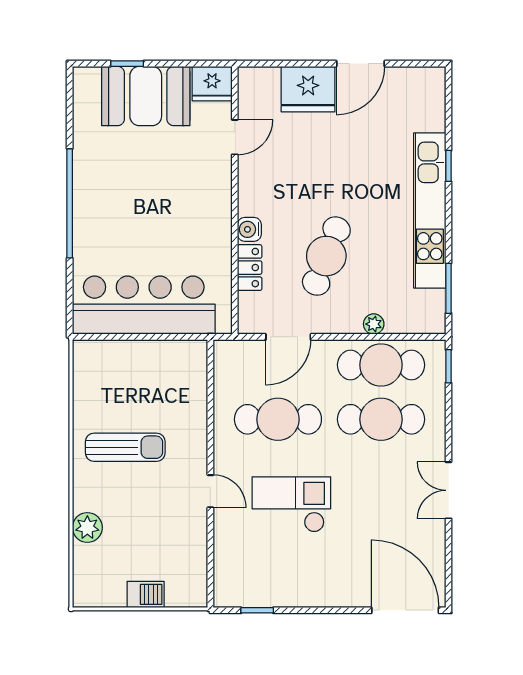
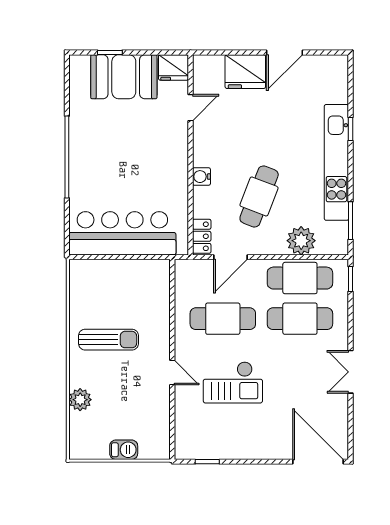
locker: (250, 268) -> (202, 236), moved
plant: (374, 324) -> (301, 241), width x1.87, depth x1.87
checkout: (291, 504) -> (233, 382), turned 180

